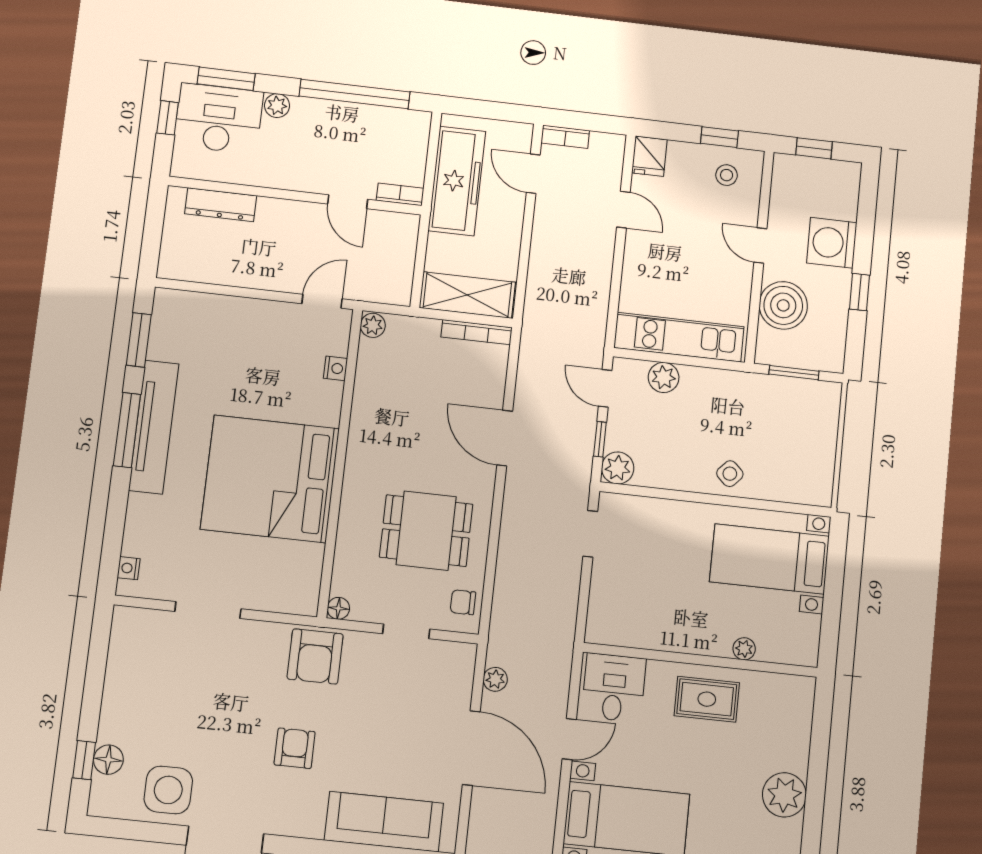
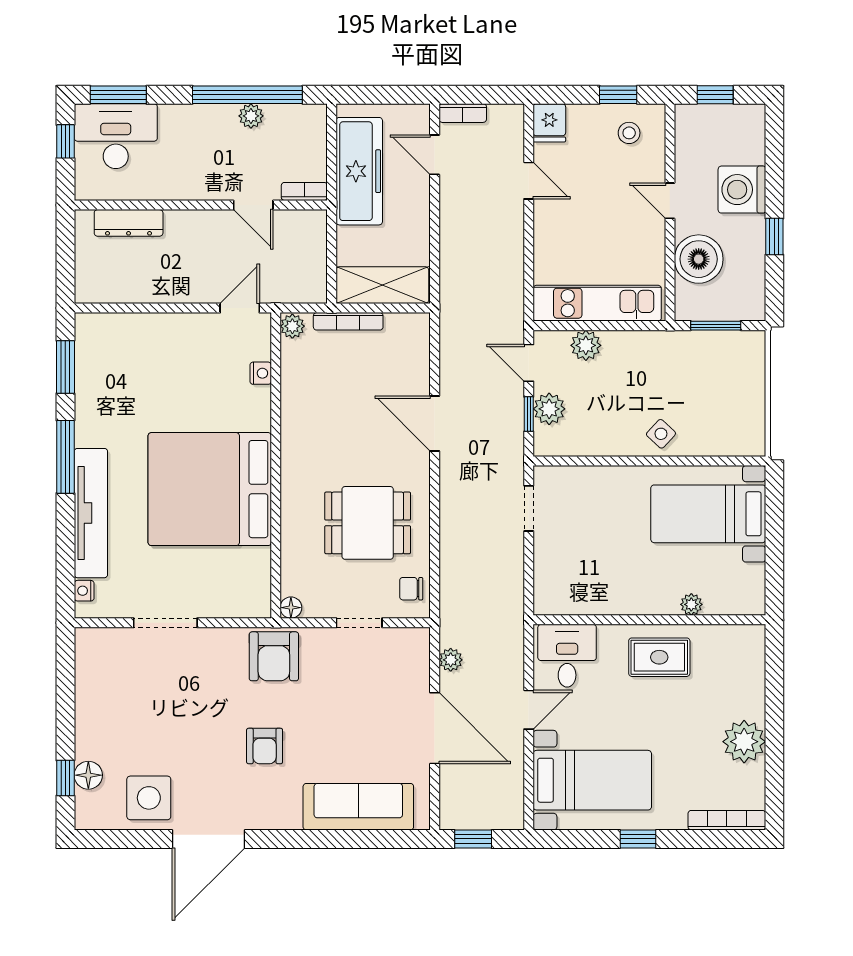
plant: (277, 106) -> (251, 116), moved
bookcase: (477, 332) -> (348, 321), moved
tv unit: (154, 427) -> (91, 513), moved
plant: (618, 468) -> (549, 409), moved
armchair: (295, 748) -> (265, 746), turned 180

